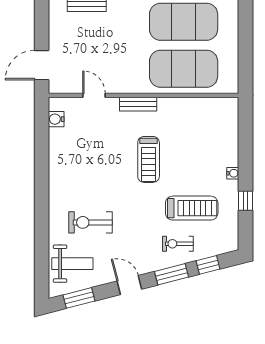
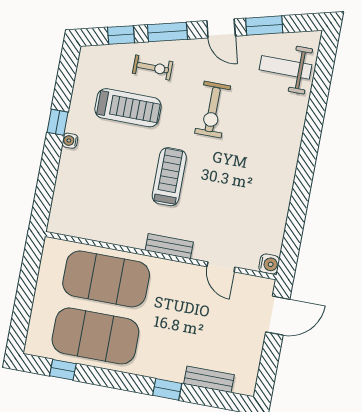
water cooler: (56, 119) -> (269, 264), moved
window: (246, 201) -> (57, 122), moved
treadmill: (192, 208) -> (128, 108), turned 180
exercise bike: (91, 222) -> (213, 110), moved, turned 90
window: (79, 298) -> (264, 26), moved

